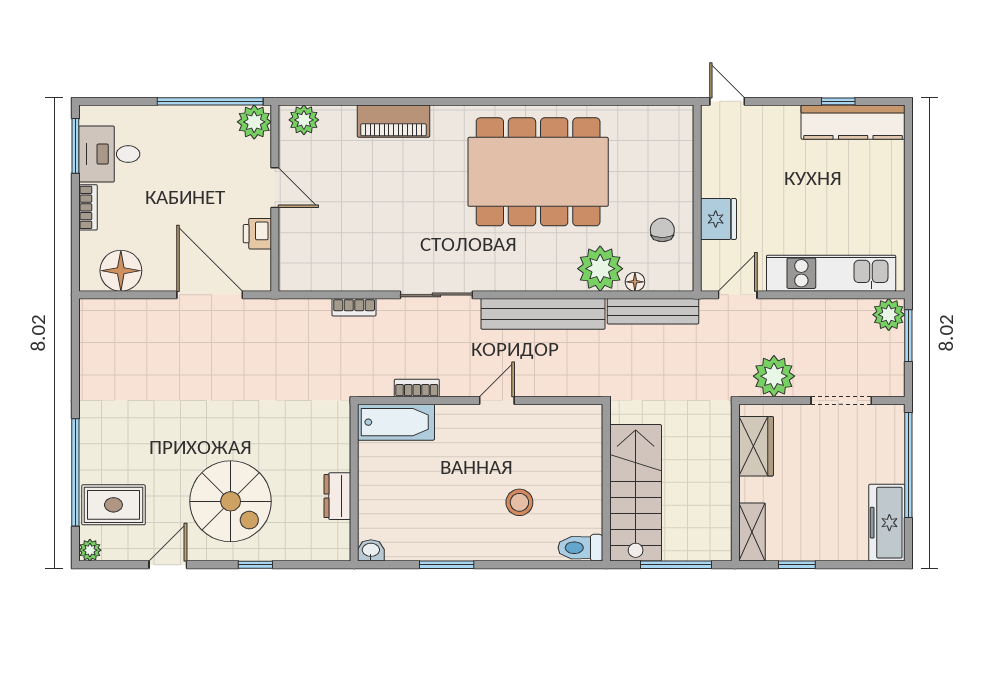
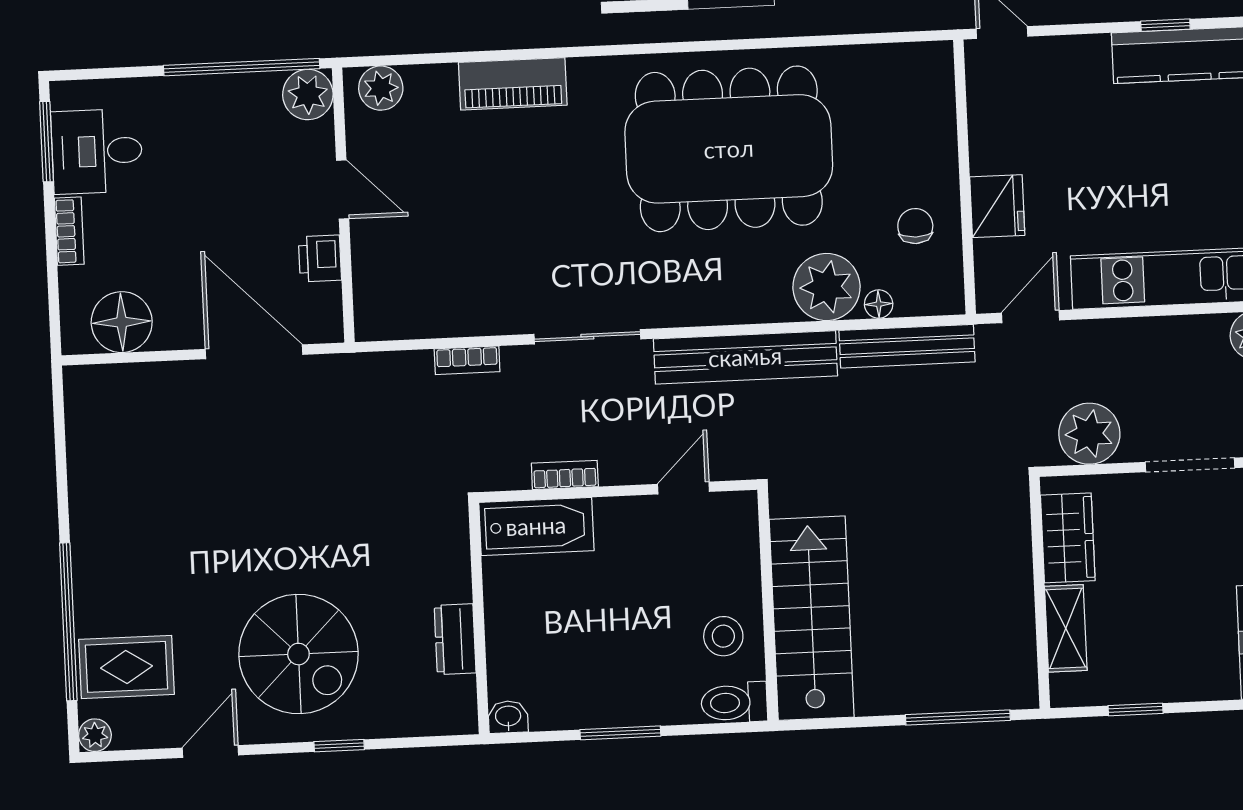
wall: (606, 483) -> (768, 605), moved
stairs: (636, 493) -> (812, 618), moved
shelving: (752, 532) -> (1066, 628), moved
toilet: (580, 548) -> (734, 703), moved

